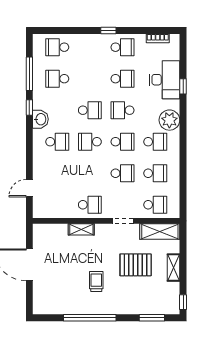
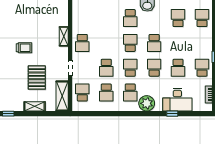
school desk: (123, 47) -> (202, 68), turned 180
school desk: (123, 142) -> (130, 68), turned 180
school desk: (155, 205) -> (82, 93), turned 180

